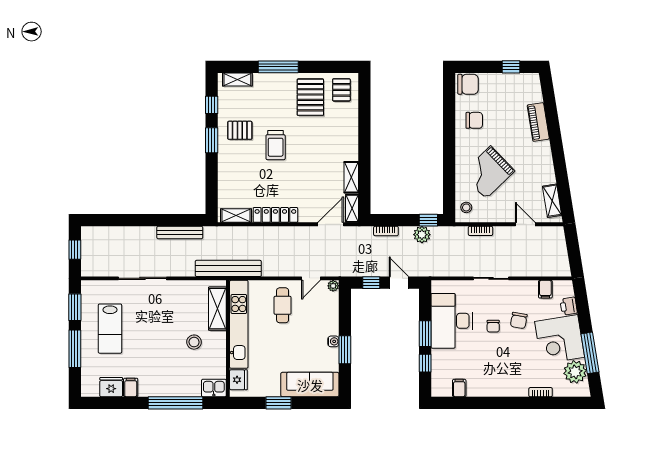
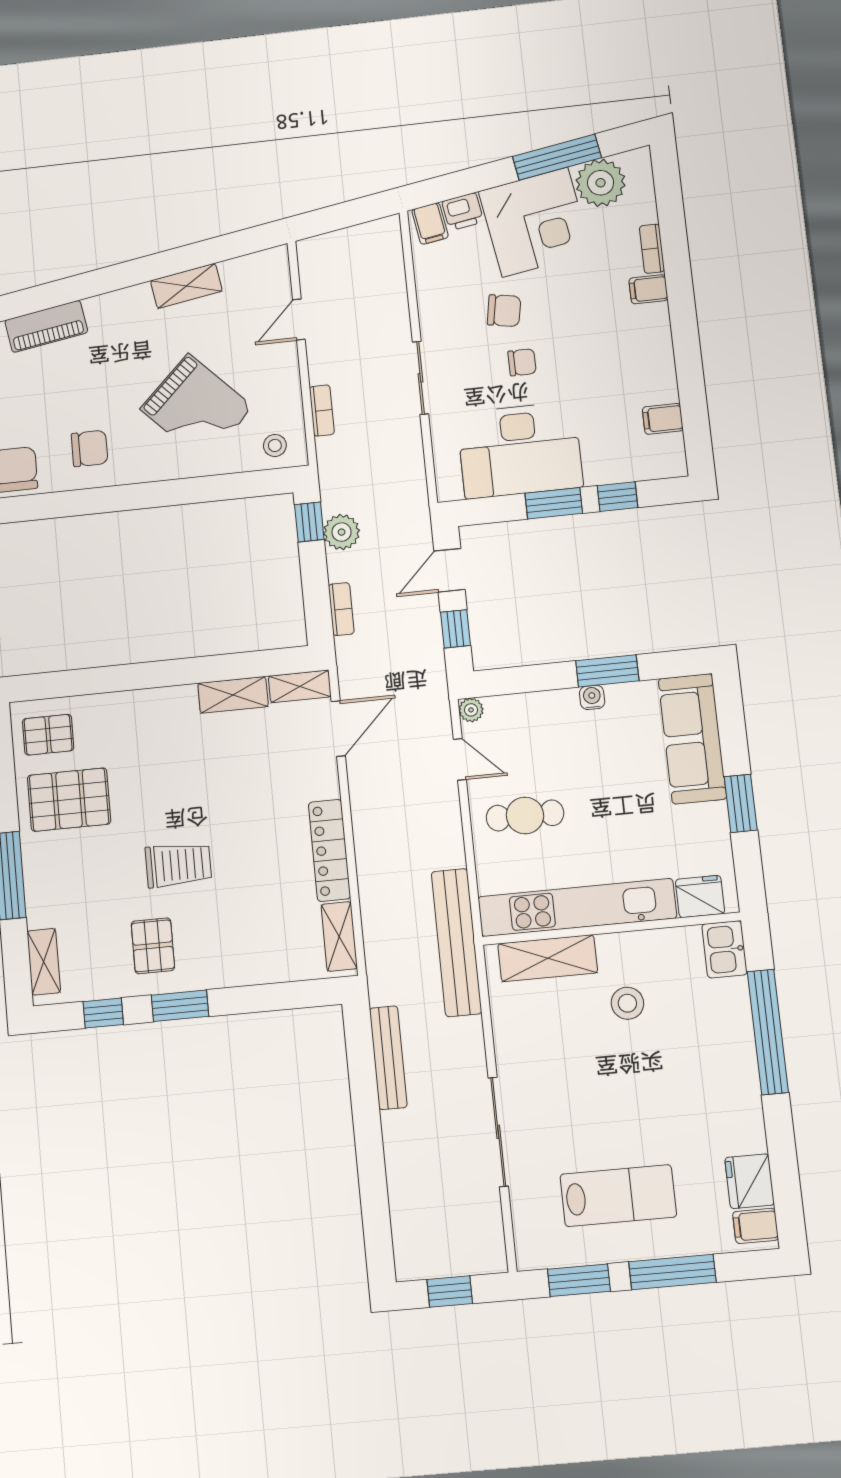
chair: (474, 120) -> (90, 448), turned 90
piano: (538, 122) -> (46, 326), moved
shelving: (552, 201) -> (186, 286), moved
door: (331, 224) -> (338, 729), swing flipped
filing cabinet: (545, 289) -> (430, 223), moved, turned 81
filing cabinet: (131, 387) -> (756, 1226), moved
filing cabinet: (521, 388) -> (648, 289), added

